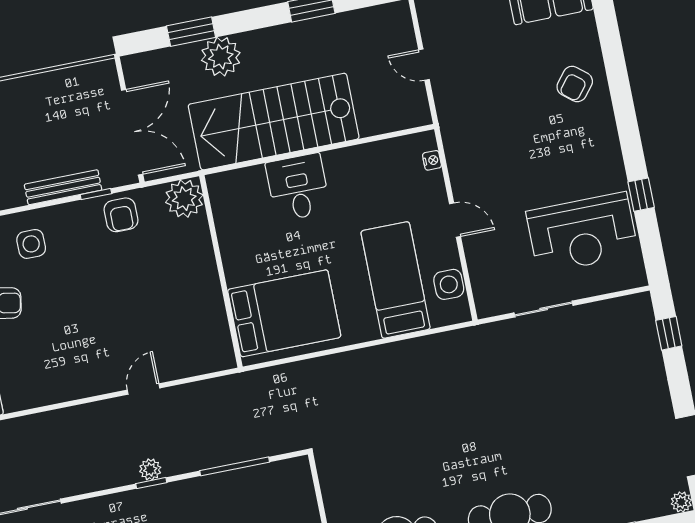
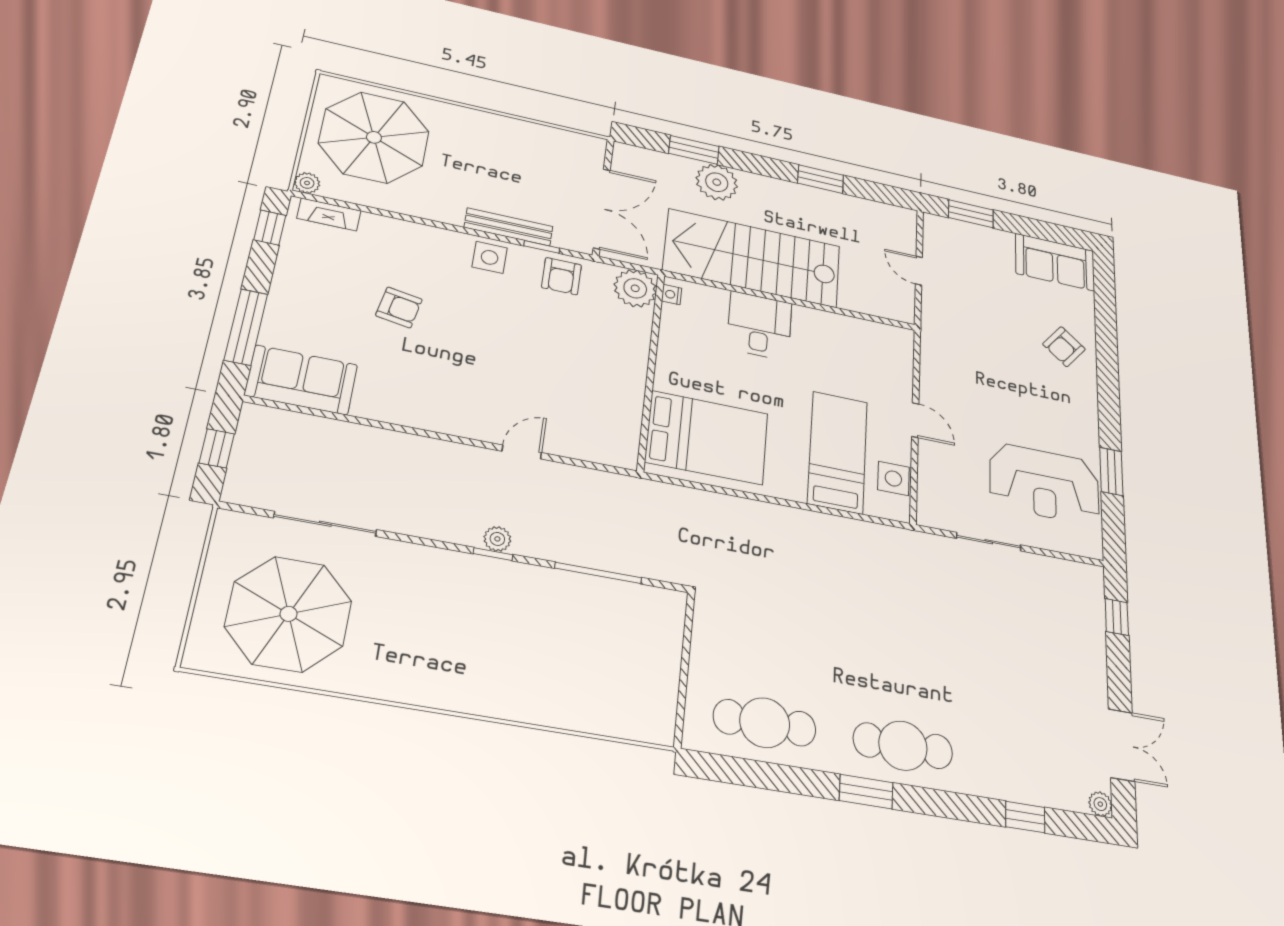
nightstand: (432, 160) -> (672, 295), moved, turned 180
window: (641, 195) -> (1111, 472), width x1.50
side table: (31, 244) -> (490, 257), moved

